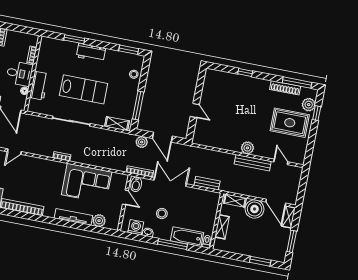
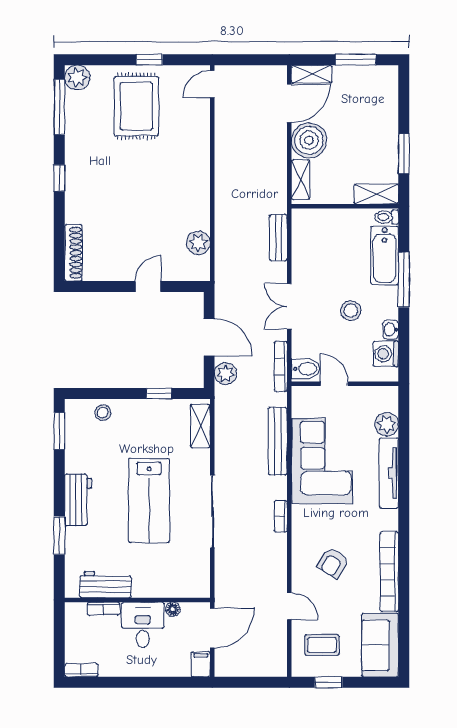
window: (245, 72) -> (59, 178), moved
workbench: (39, 86) -> (106, 585), moved
shoe rack: (285, 88) -> (73, 253), moved
lab bench: (84, 89) -> (149, 500), turned 180
window: (138, 105) -> (159, 393), width x0.46
plant: (309, 105) -> (77, 78), moved
window: (317, 113) -> (149, 60), moved
door: (162, 137) -> (209, 337), hinge flipped
plant: (247, 148) -> (198, 243), moved
door: (281, 162) -> (212, 84), moved
bench: (253, 163) -> (278, 441), moved
armchair: (33, 179) -> (333, 563), added
double door: (170, 182) -> (289, 306), width x0.73
door: (125, 197) -> (334, 384), hinge flipped
shelving: (222, 227) -> (376, 194), moved
window: (260, 261) -> (404, 154), moved

